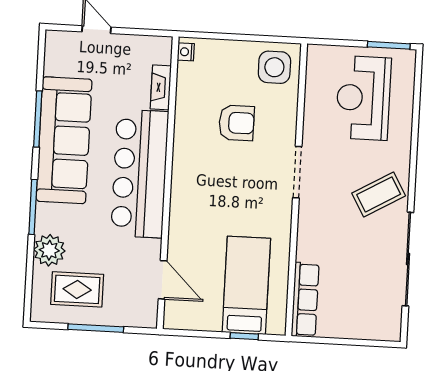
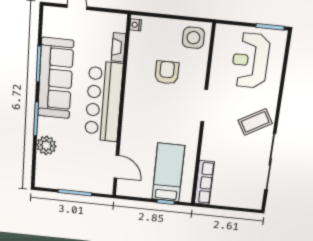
armchair: (237, 123) -> (167, 73), turned -90
rug: (77, 289) -> (64, 170), removed

